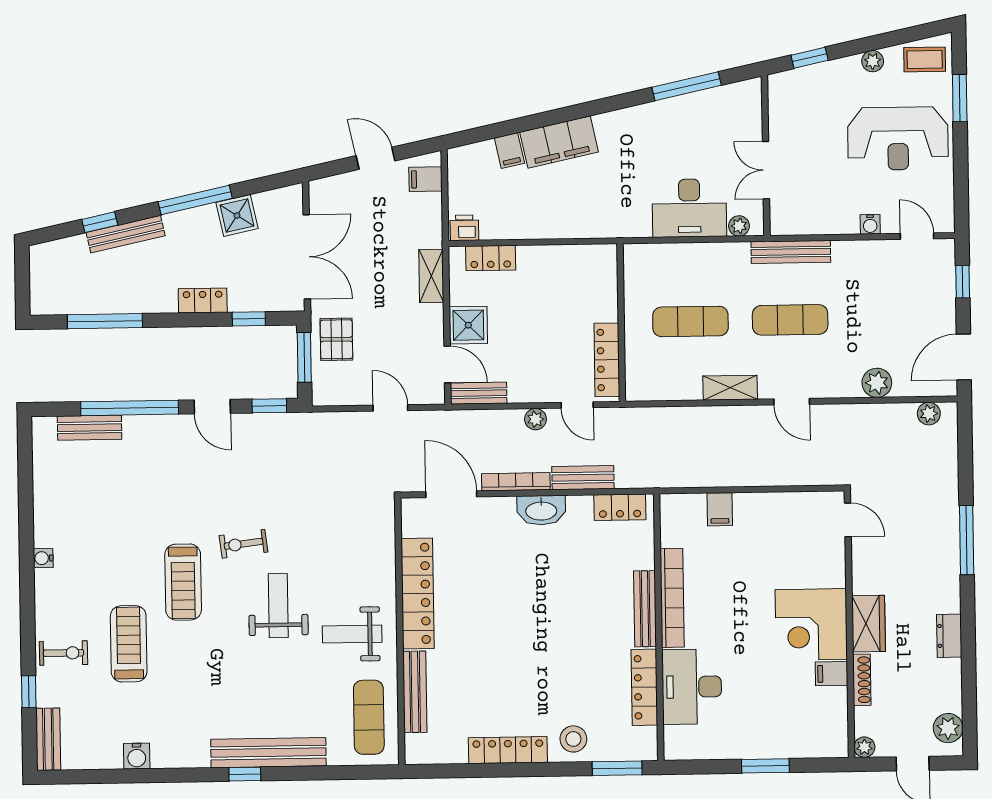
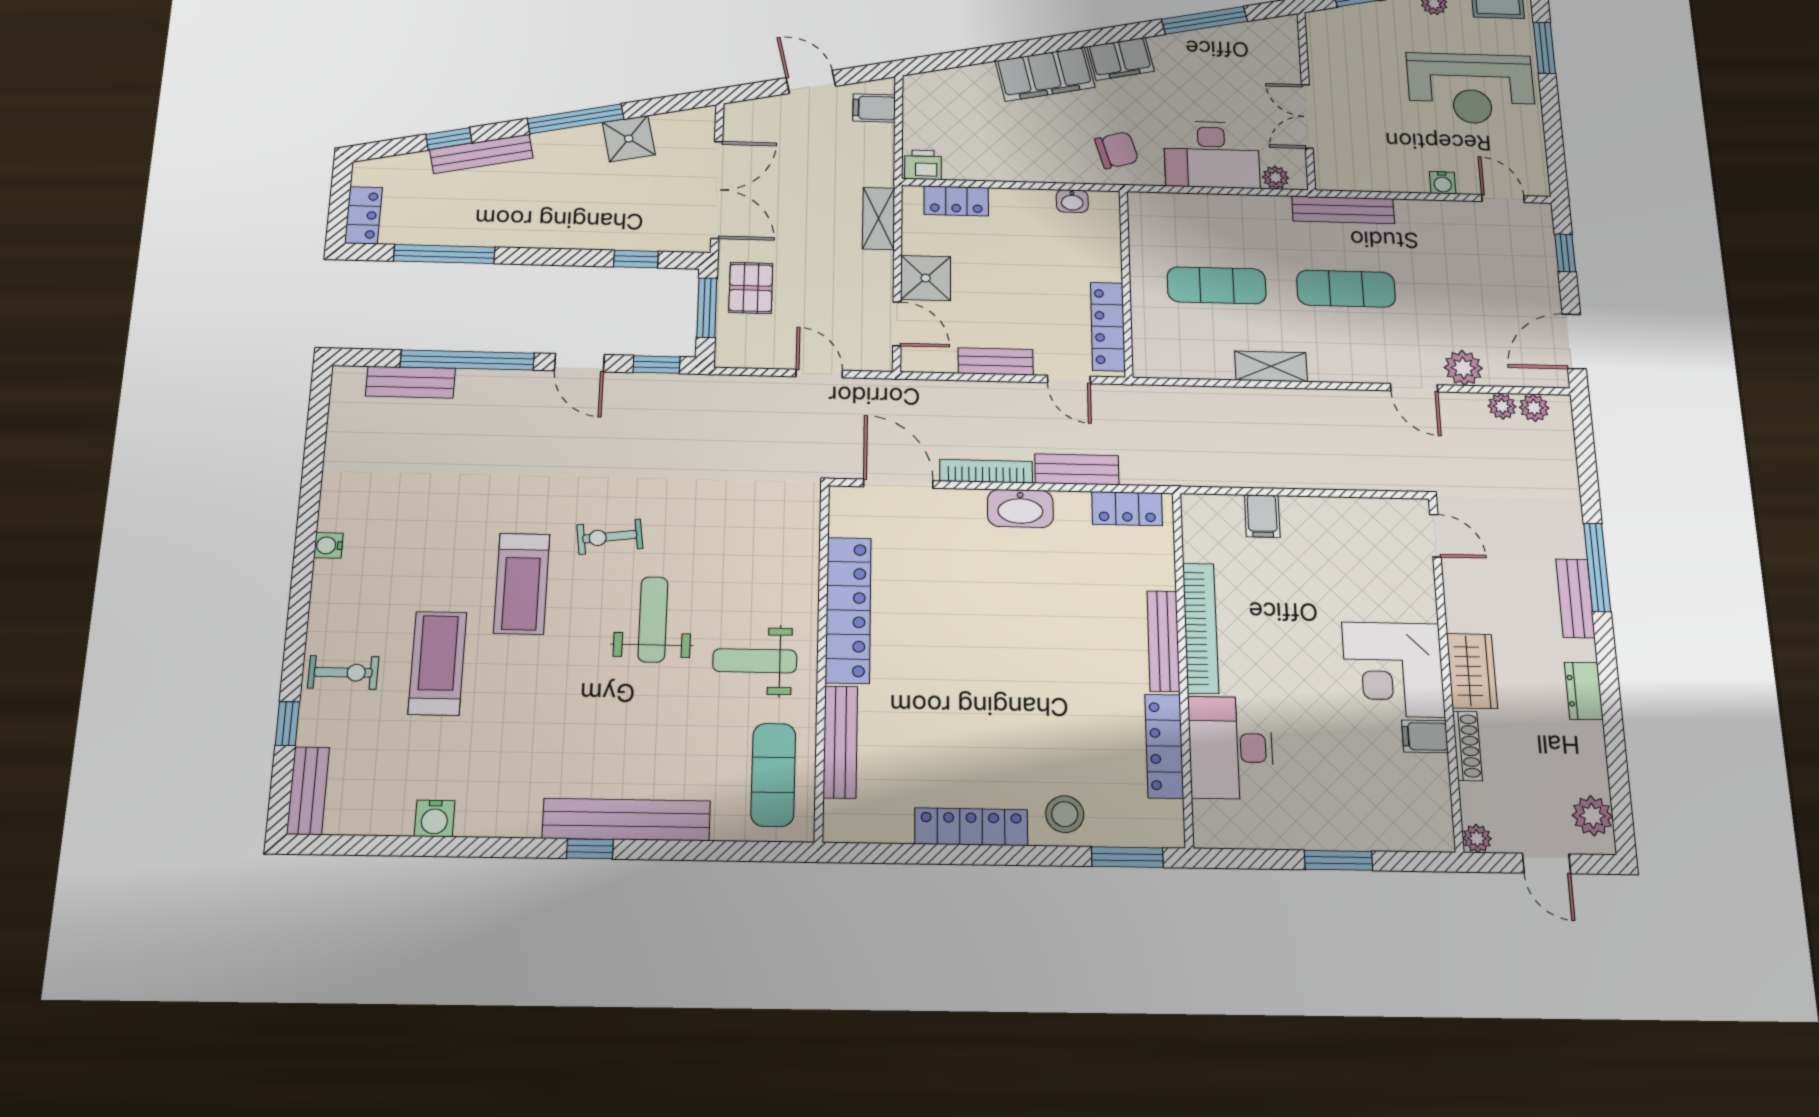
filing cabinet: (509, 151) -> (1121, 59), moved, width x2.00
chair: (615, 208) -> (1117, 150), added
washbasin: (580, 254) -> (1072, 201), added
locker: (203, 301) -> (363, 215), moved, turned 90
bench: (479, 393) -> (996, 361), moved
door: (792, 402) -> (1414, 388), moved
plant: (535, 419) -> (1502, 406), moved
bench: (949, 565) -> (1575, 598), added

